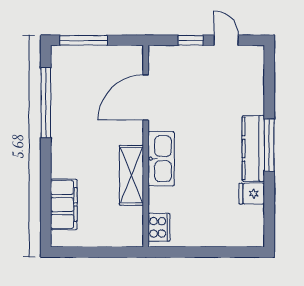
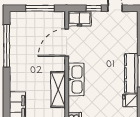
window: (84, 40) -> (40, 8), moved
freezer: (167, 58) -> (80, 19), added

